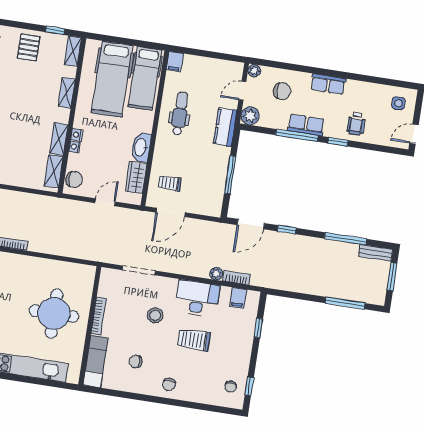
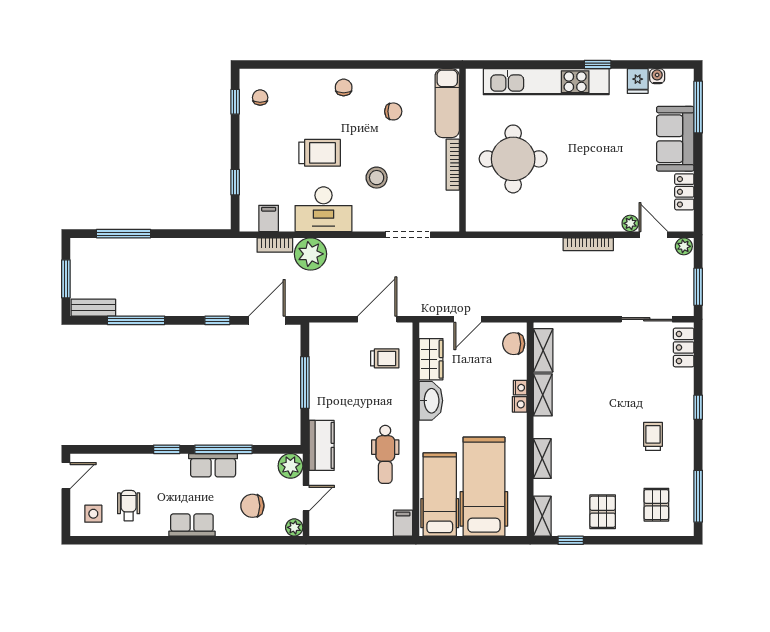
wheelchair: (356, 124) -> (129, 506), moved
plant: (216, 274) -> (311, 254), width x1.87, depth x1.87

